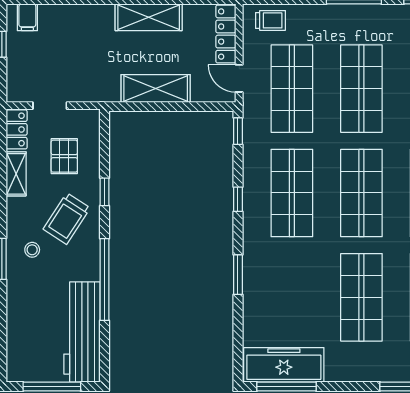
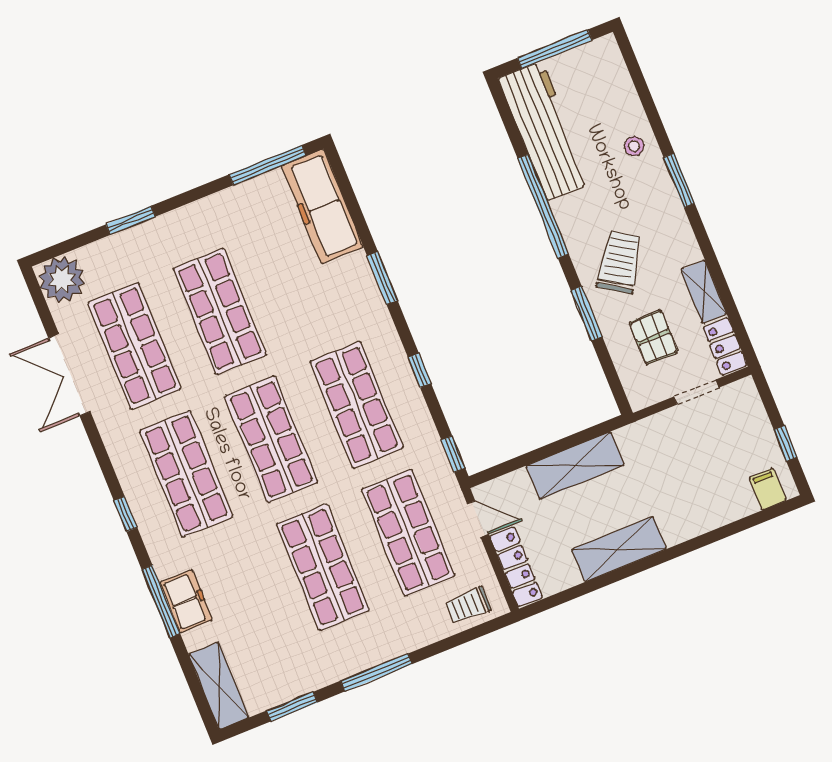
window: (105, 192) -> (587, 313), width x1.50
stool: (32, 250) -> (634, 146), moved
freezer: (284, 365) -> (322, 206), moved, turned 90

